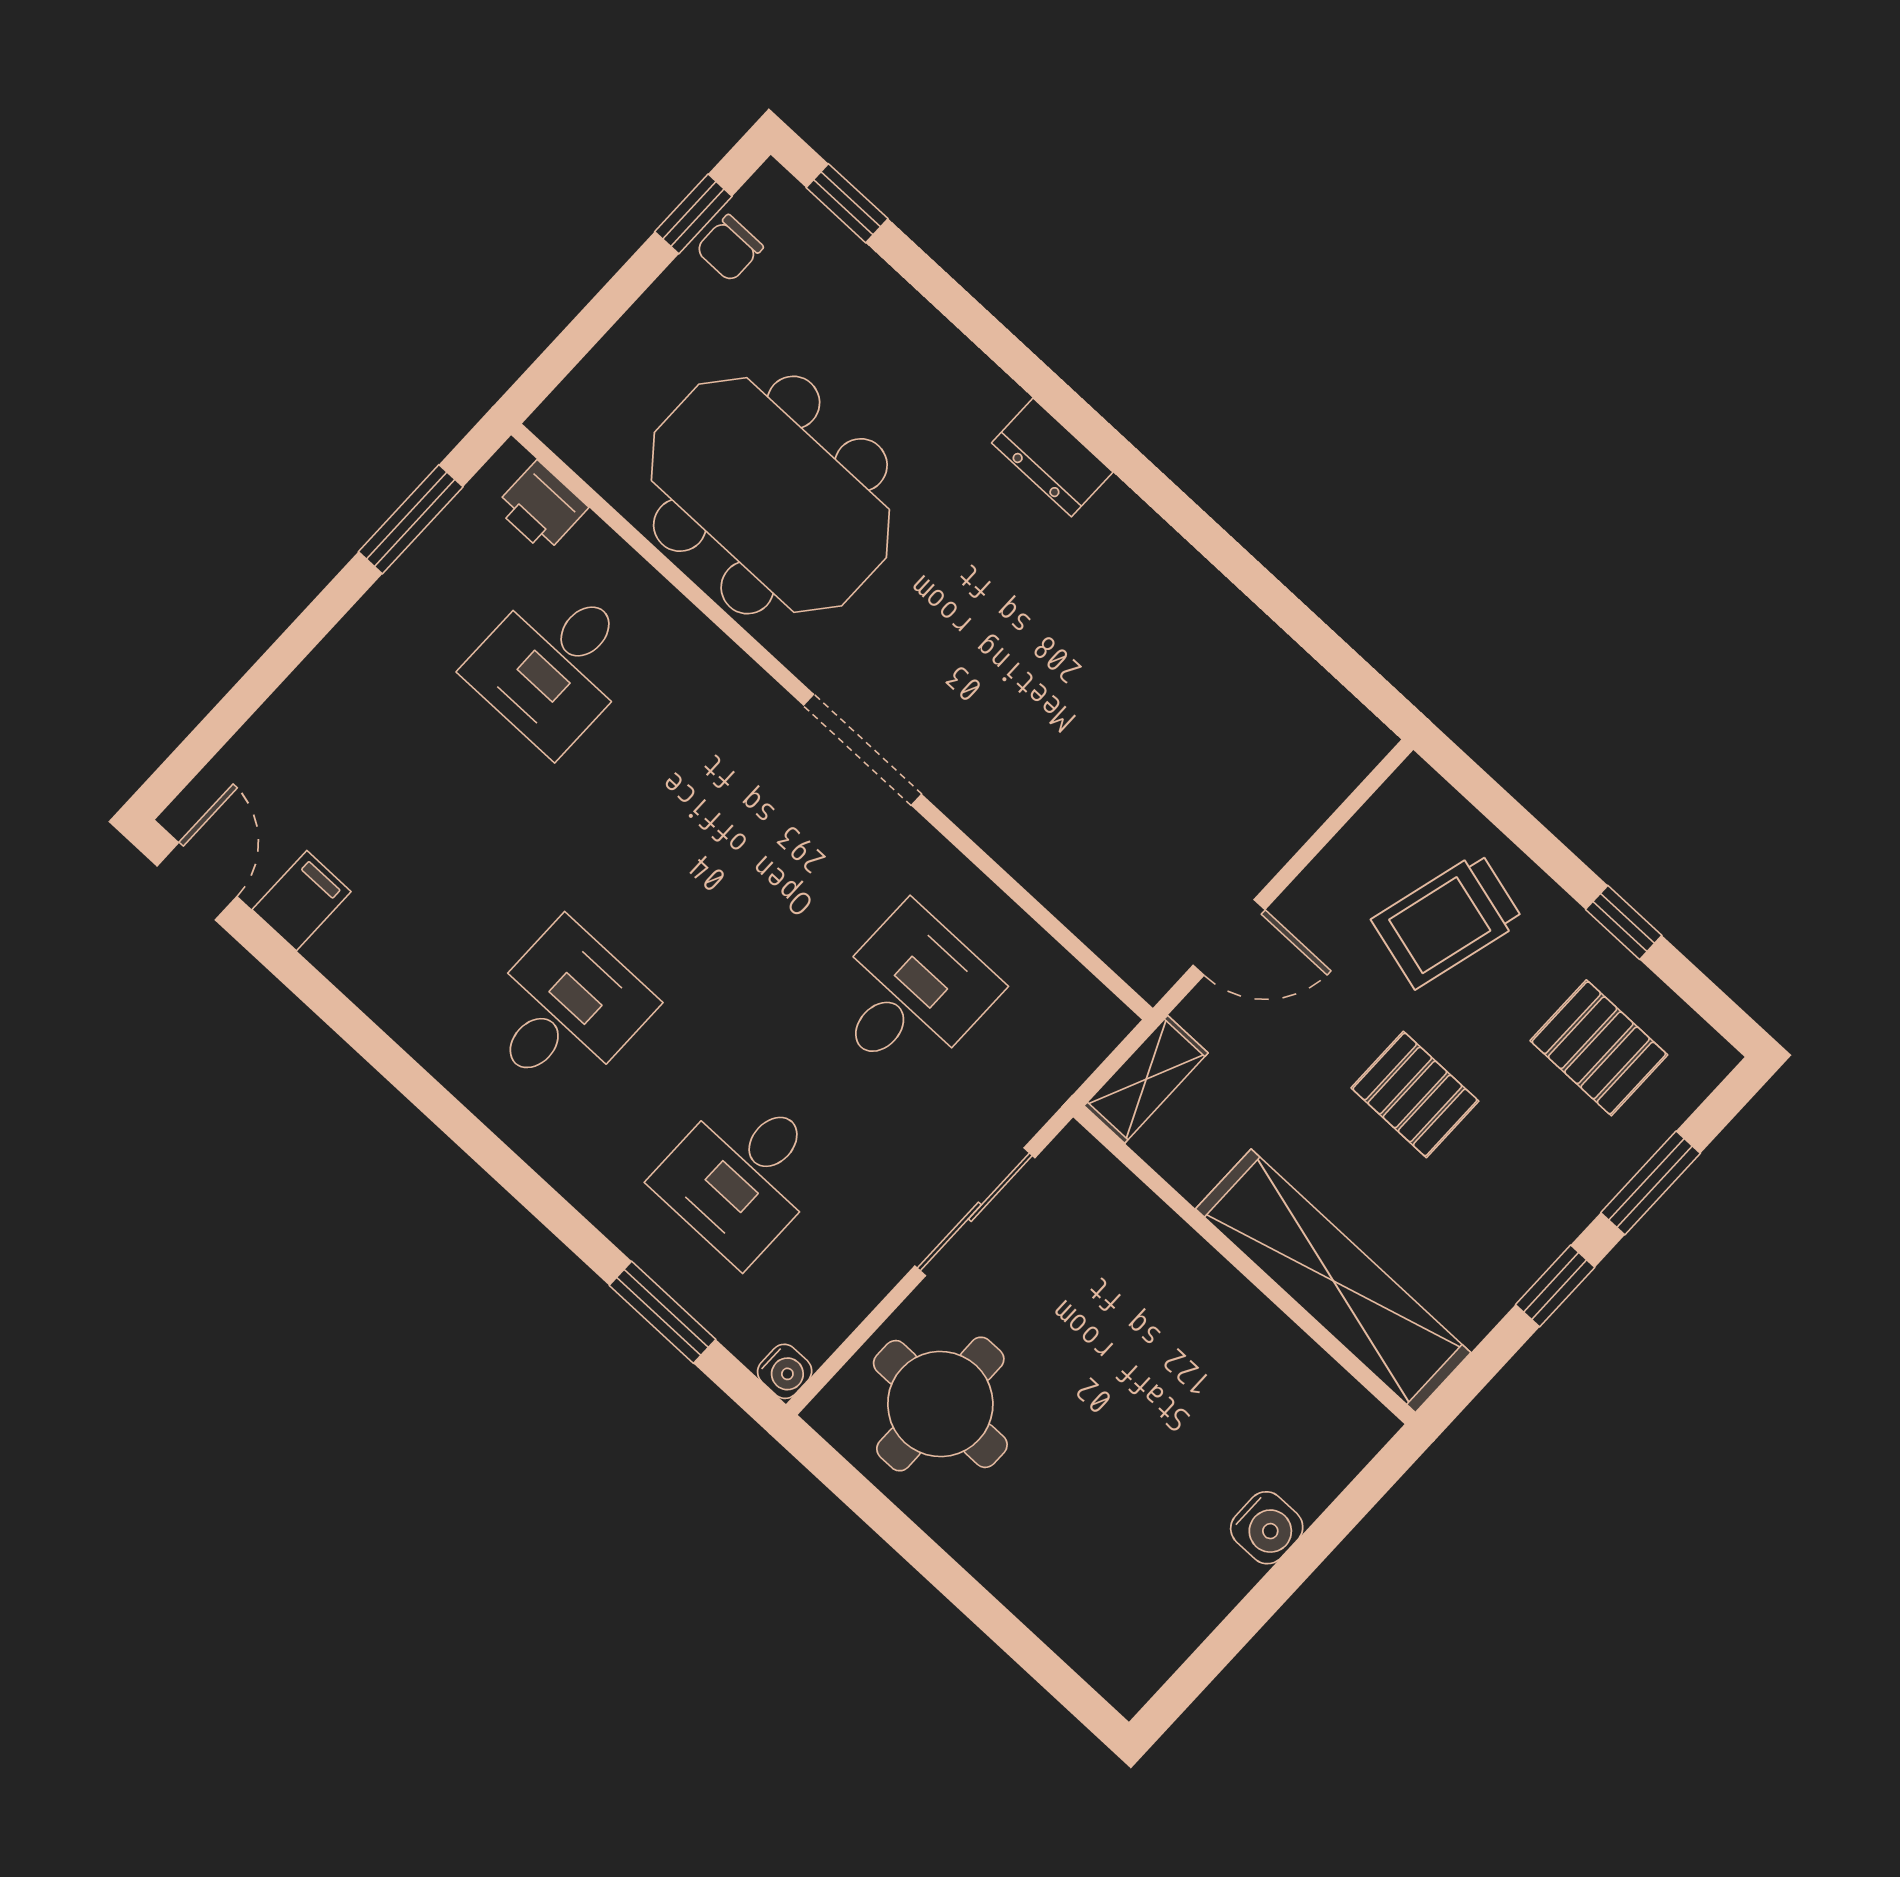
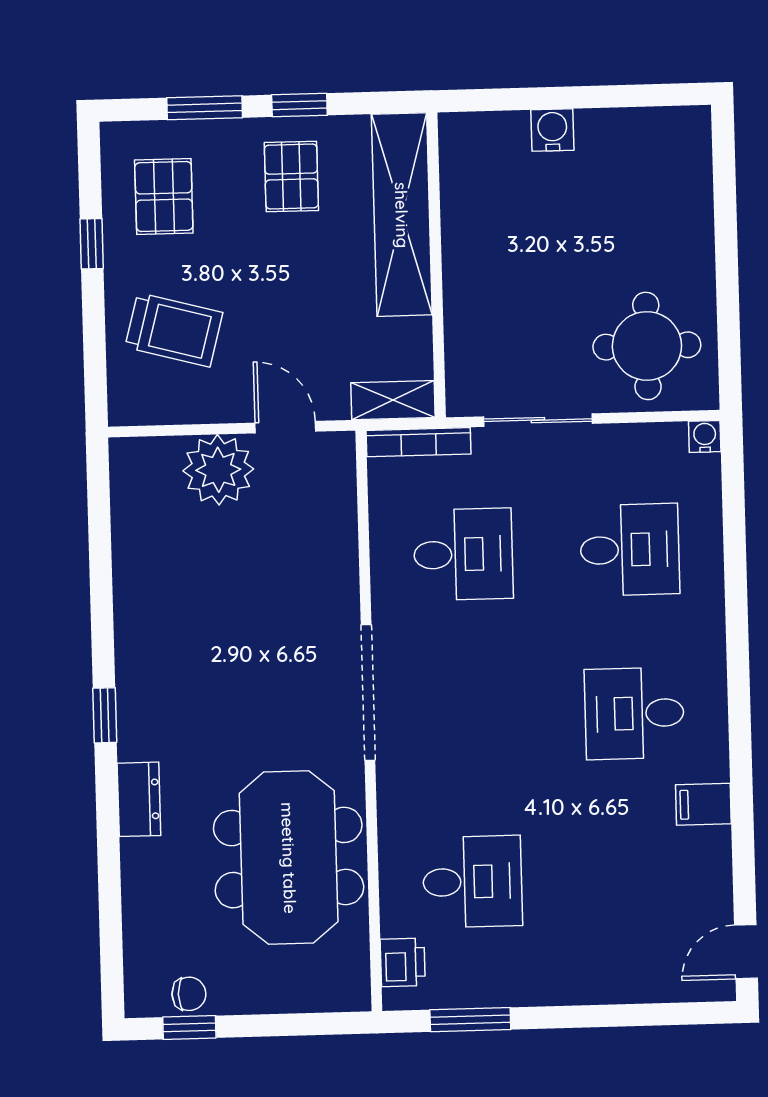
window: (847, 203) -> (105, 715), moved
dresser: (1052, 457) -> (139, 799), moved
doorway: (862, 750) -> (368, 693), width x1.36
plant: (1253, 822) -> (218, 470), added
filing cabinet: (302, 901) -> (703, 804), moved
desk: (910, 994) -> (463, 554), turned 180
bookcase: (1075, 1063) -> (418, 442), added
pallet: (1415, 1094) -> (291, 176), moved
window: (663, 1312) -> (734, 523), removed

